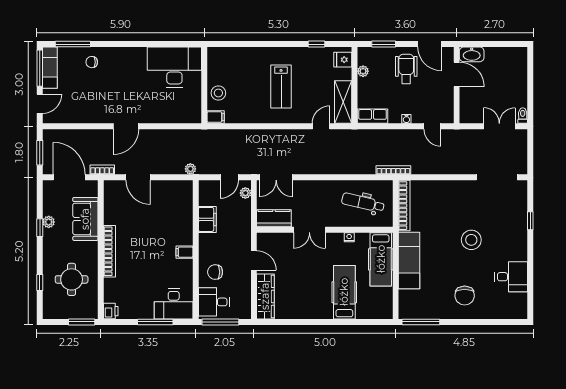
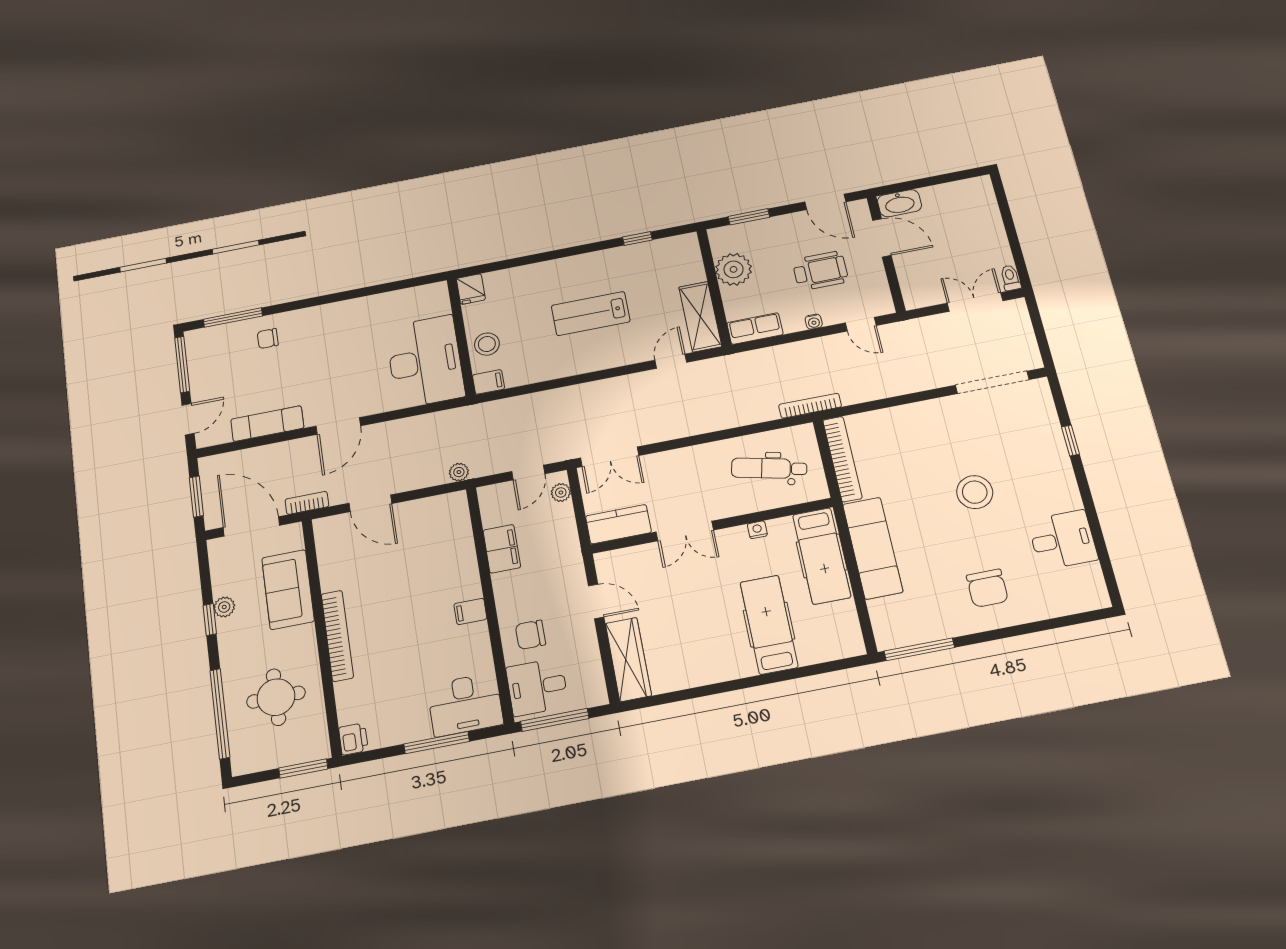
fridge: (343, 60) -> (471, 289), moved, turned -90
desk: (174, 67) -> (425, 362), moved, turned 90
exam couch: (50, 68) -> (267, 424), moved, turned -90
wheelchair: (406, 69) -> (820, 271), moved, turned 90
plant: (363, 71) -> (734, 269), width x1.87, depth x1.87
lab bench: (281, 87) -> (591, 314), turned 90
window: (40, 283) -> (220, 714), width x3.17

